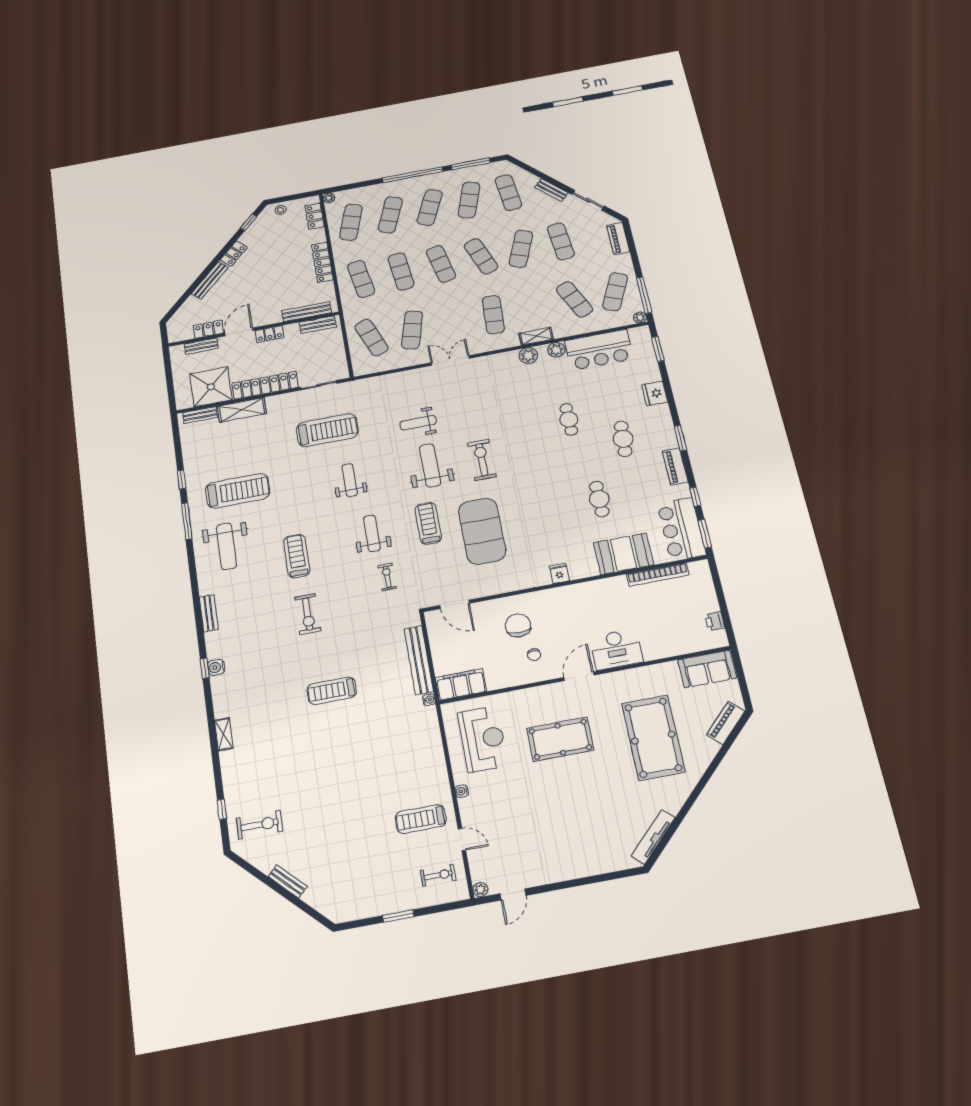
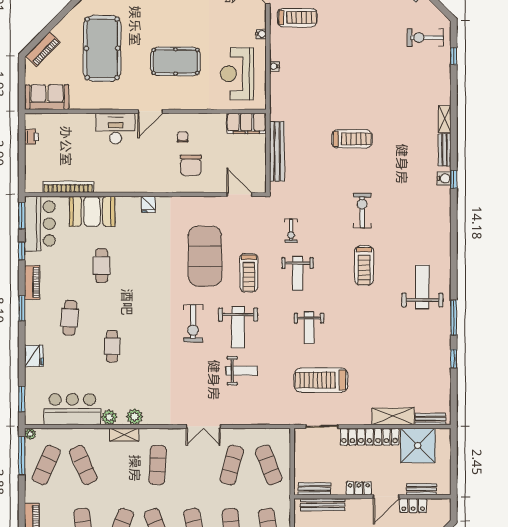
treadmill: (238, 491) -> (407, 338), removed
bench: (209, 613) -> (445, 150), moved
water cooler: (429, 700) -> (274, 66), moved

